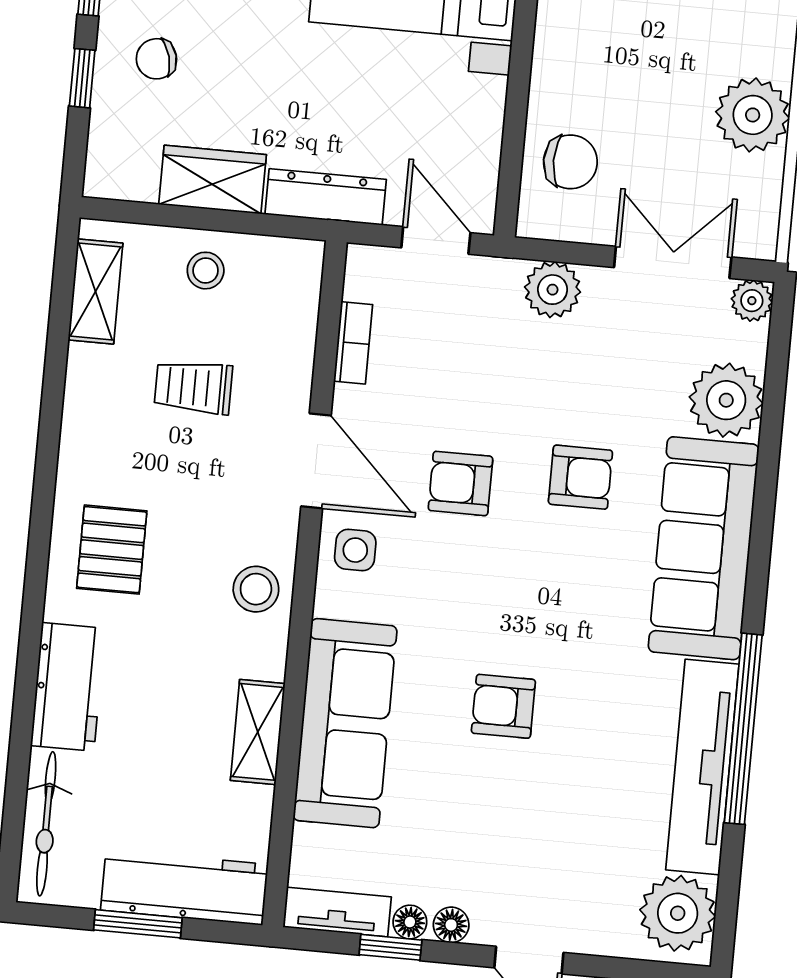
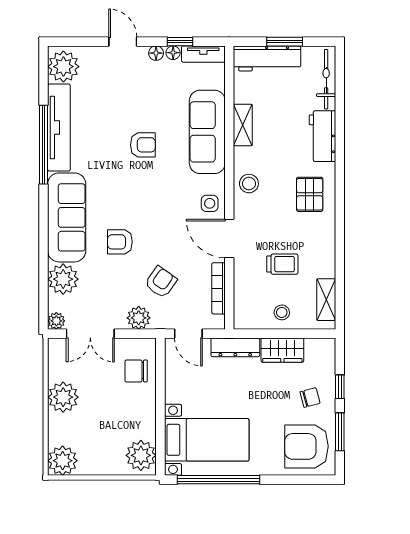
bookcase: (353, 343) -> (218, 288), width x1.56
armchair: (461, 483) -> (161, 282), moved, turned -55

